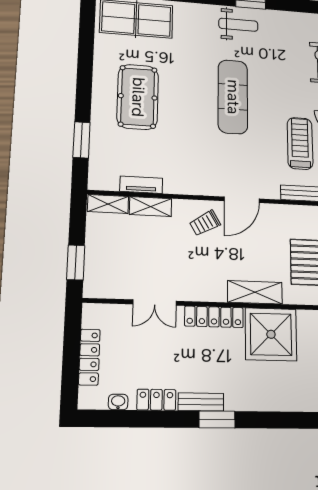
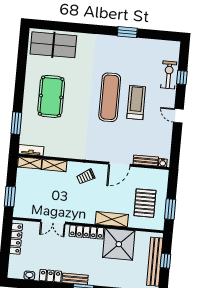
weight bench: (238, 25) -> (118, 49), removed
treadmill: (300, 143) -> (136, 103), moved
tv unit: (141, 185) -> (31, 150), moved
door: (242, 200) -> (119, 164), moved
locker: (89, 357) -> (16, 239), moved

